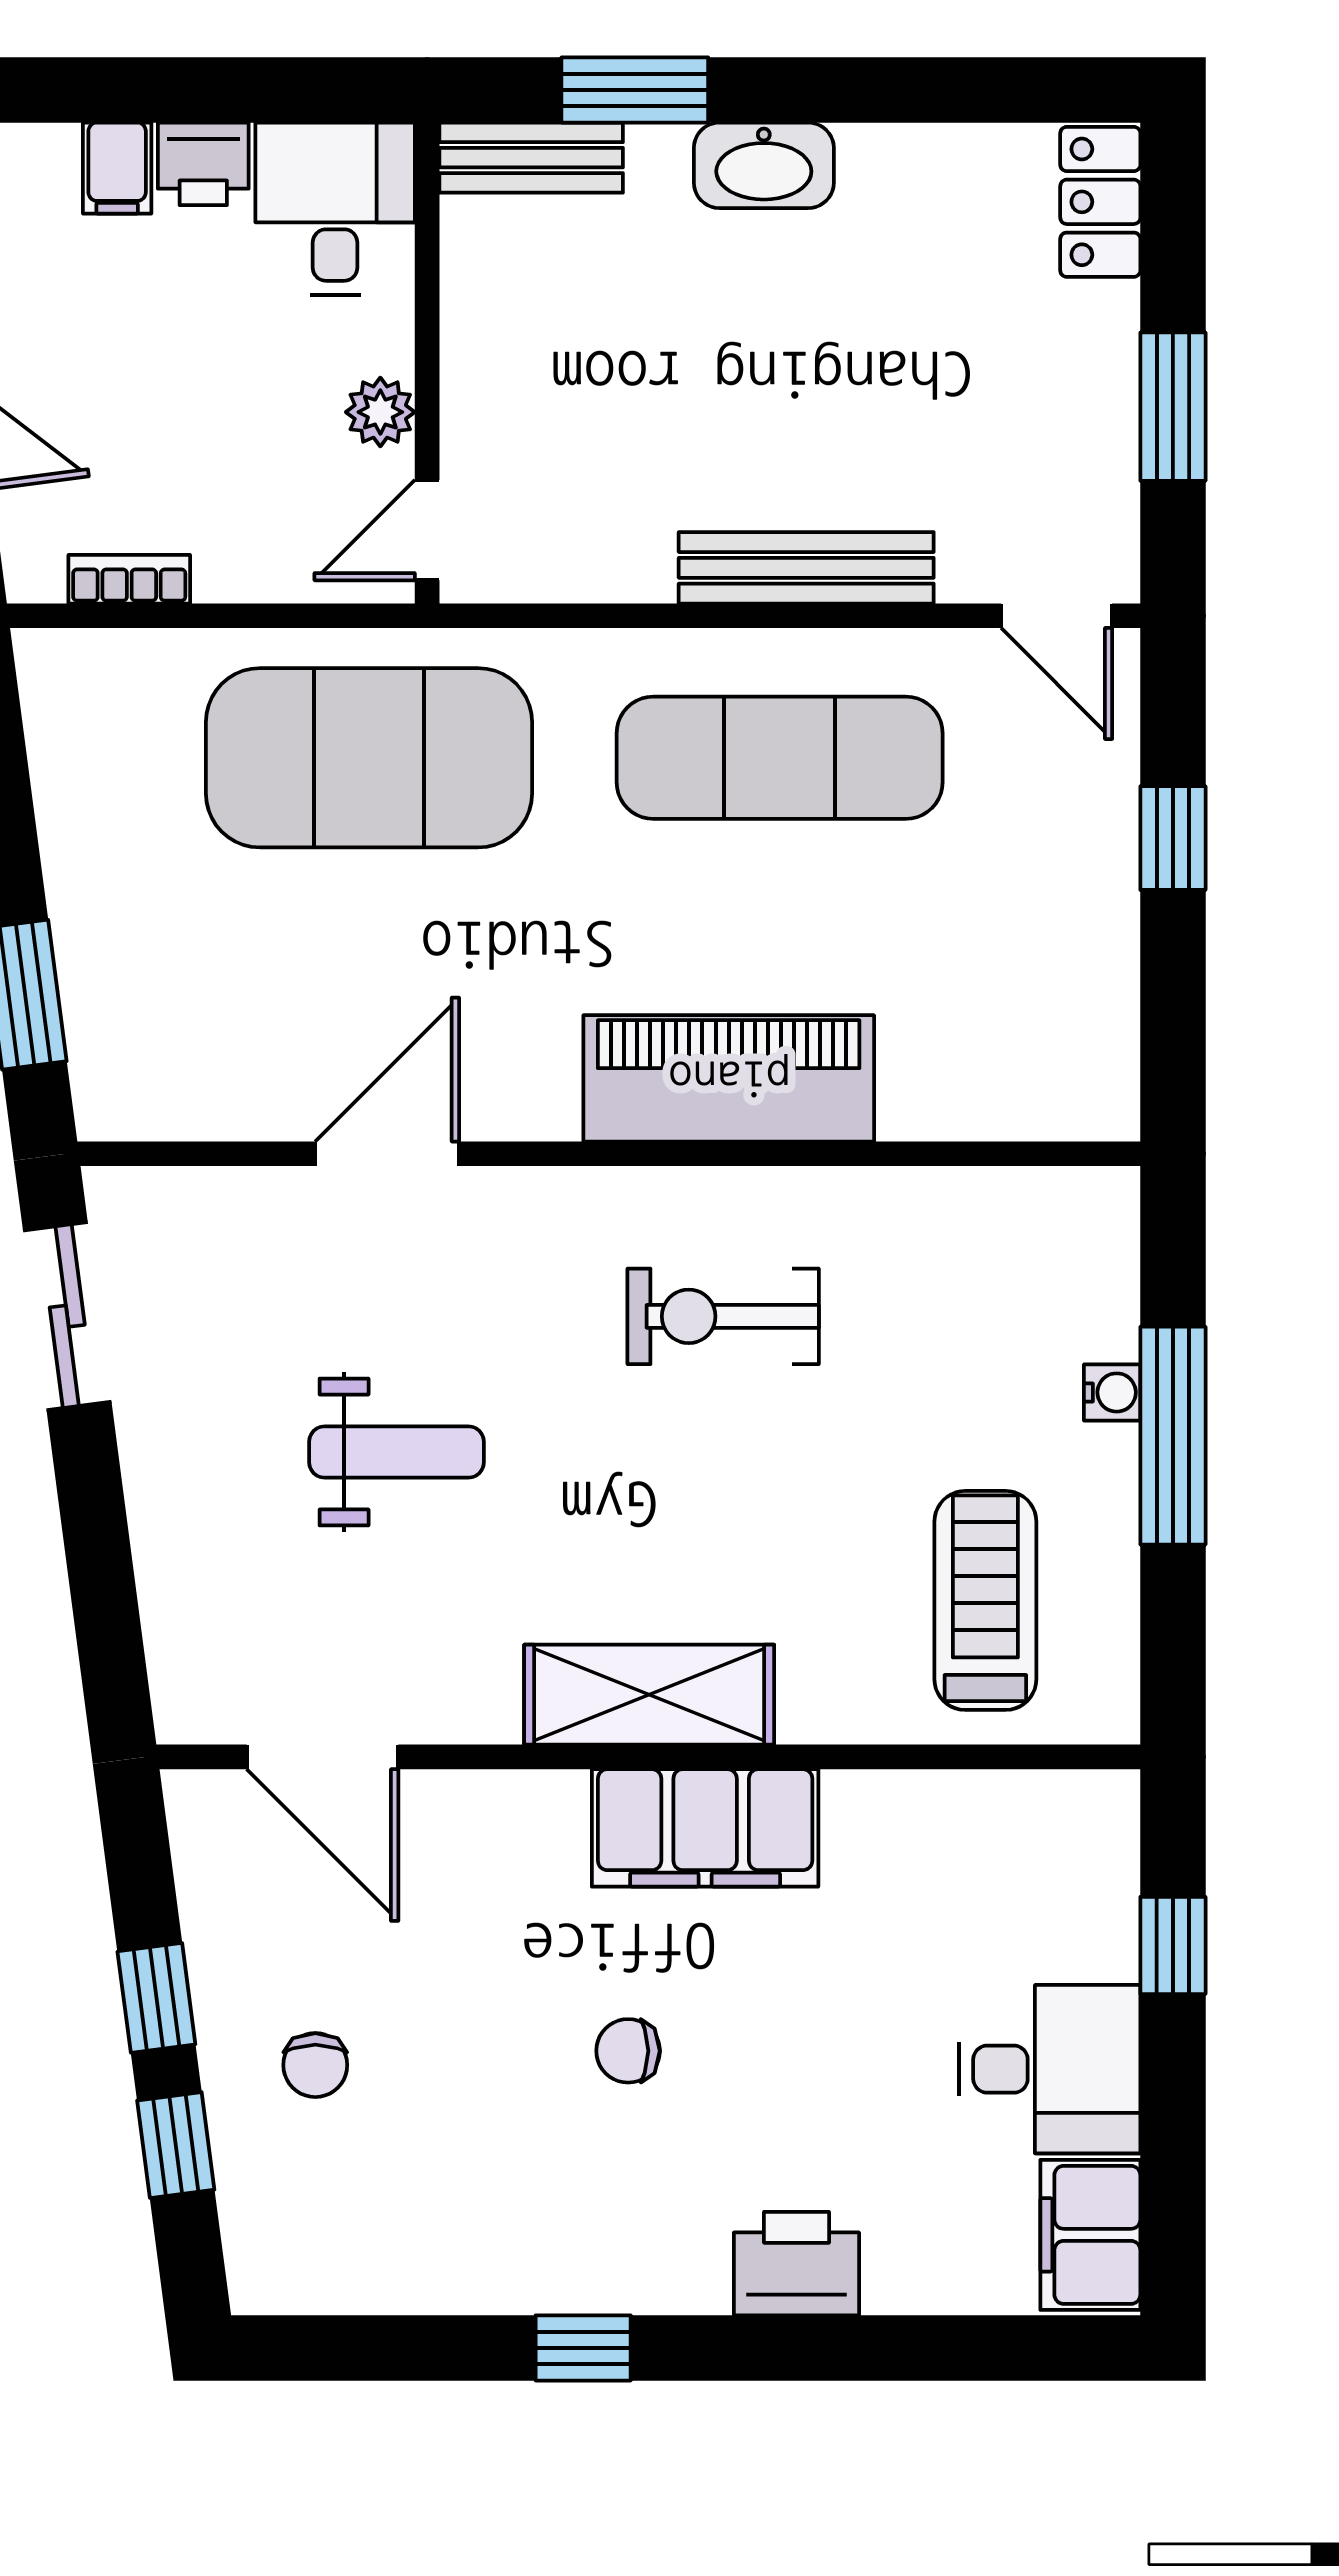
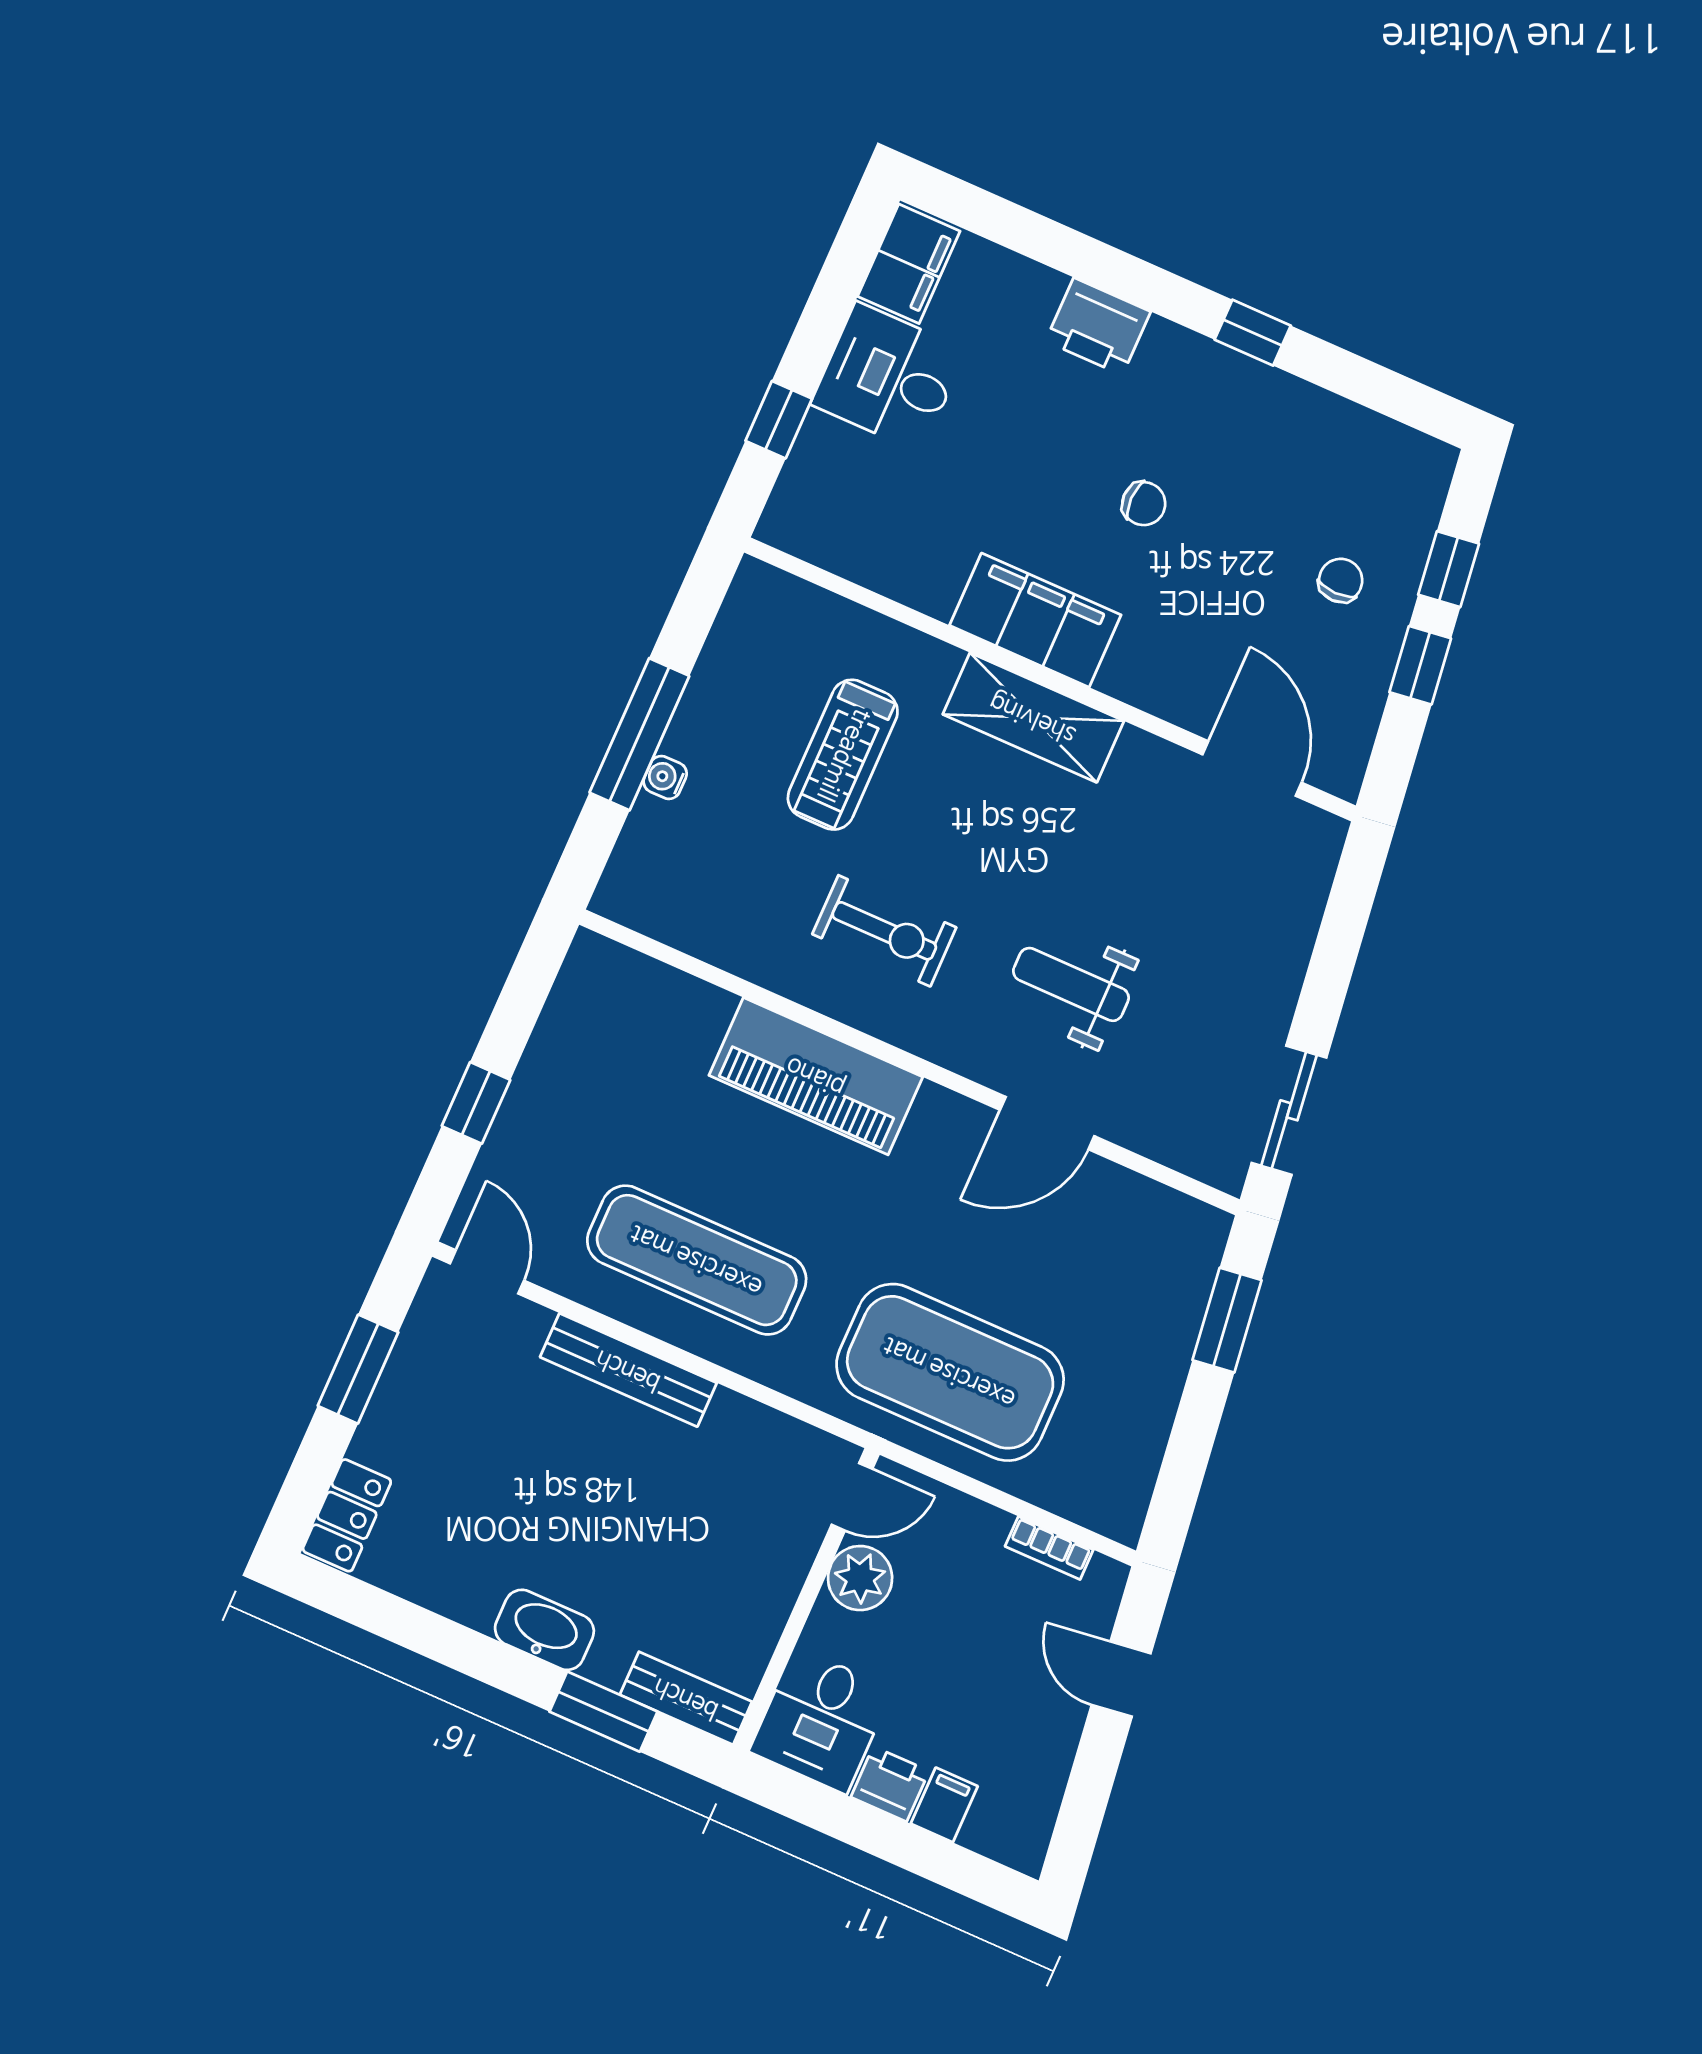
plant: (380, 412) -> (860, 1578), width x1.38, depth x1.38
weight bench: (396, 1452) -> (1071, 984), moved
treadmill: (985, 1600) -> (843, 755), moved

